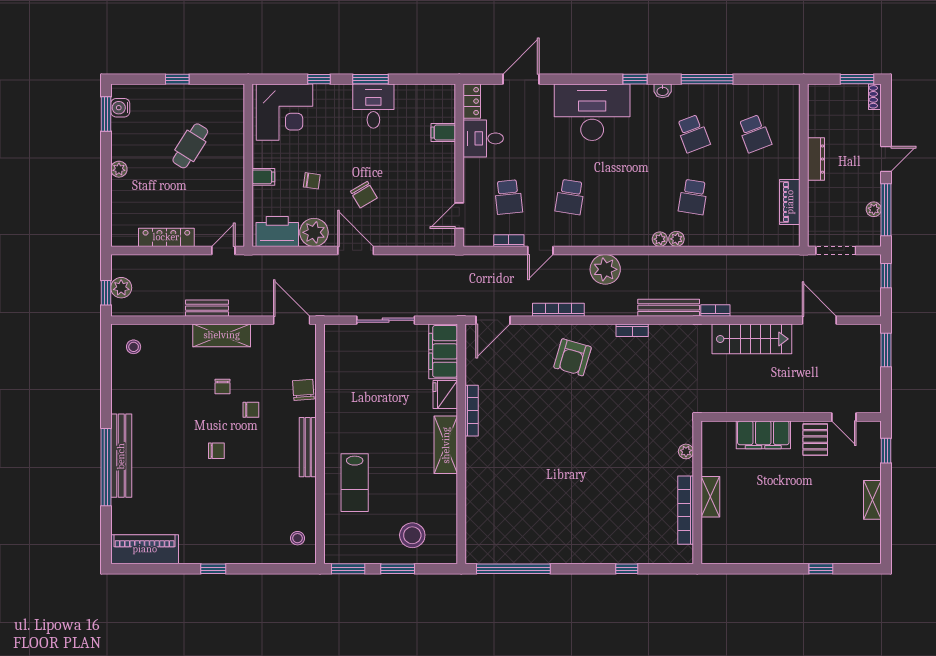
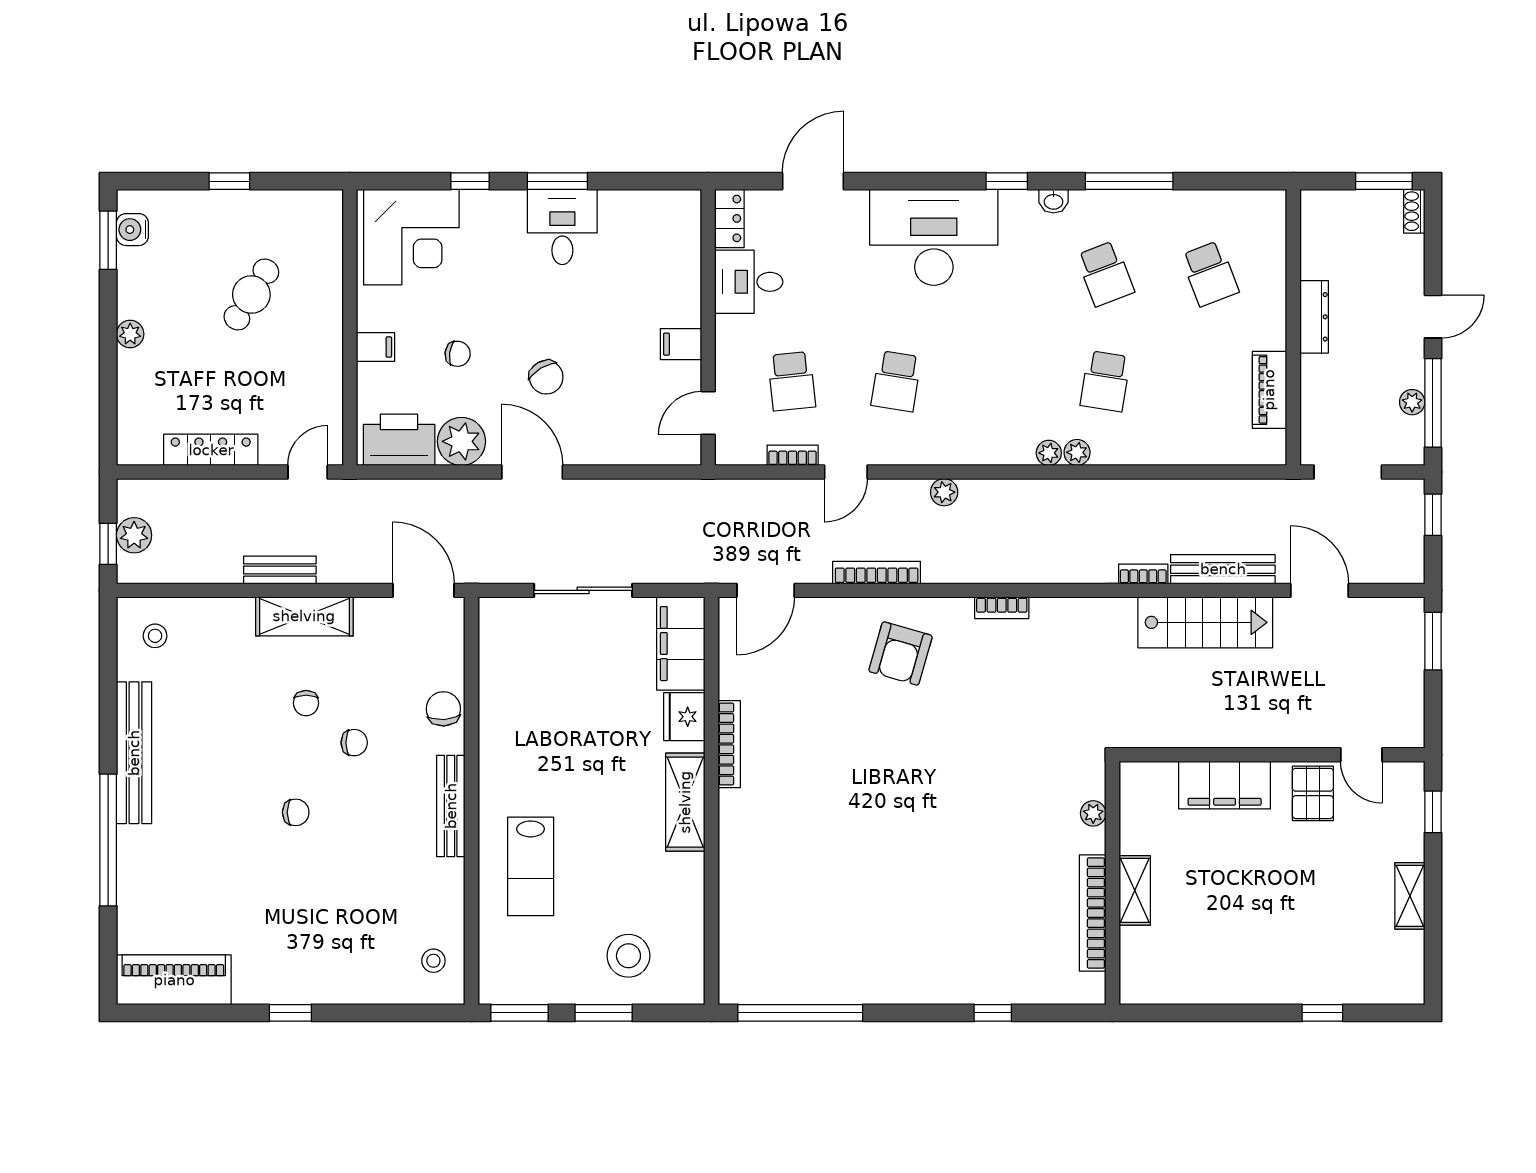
filing cabinet: (443, 133) -> (681, 344), moved
plant: (605, 269) -> (944, 492), width x0.53, depth x0.53
bench: (669, 308) -> (1223, 569), moved
bench: (121, 456) -> (134, 753), moved

